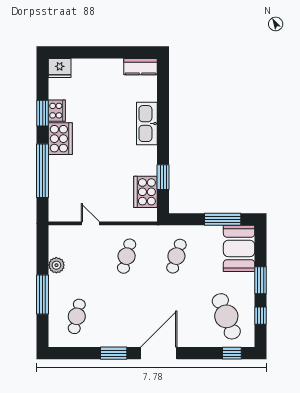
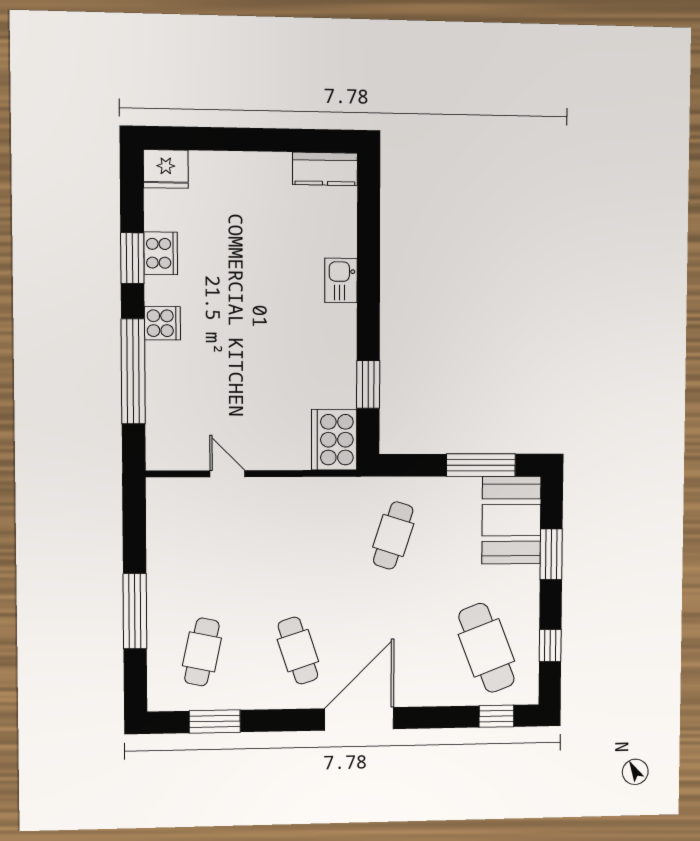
kitchen sink: (147, 124) -> (341, 280), width x0.53, depth x0.81
cooker: (60, 139) -> (162, 323), width x0.53, depth x0.76
cooker: (145, 192) -> (334, 440), moved
cafe table: (127, 256) -> (298, 651), moved, turned -33
plant: (56, 265) -> (162, 554), removed
window: (261, 280) -> (551, 554), moved
window: (114, 353) -> (215, 722), moved

